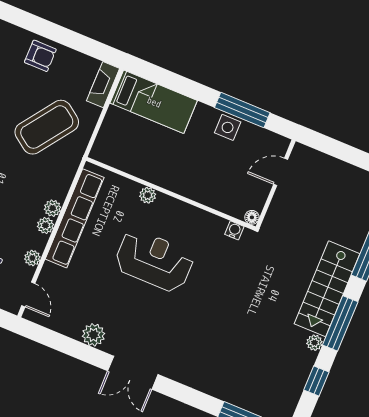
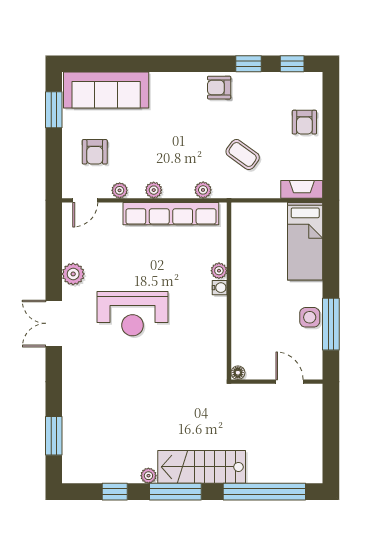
coffee table: (47, 127) -> (243, 155), width x0.54, depth x0.58
plant: (53, 208) -> (203, 190), moved
water cooler: (234, 230) -> (220, 288), moved
reception desk: (154, 261) -> (132, 314), moved, turned 90

